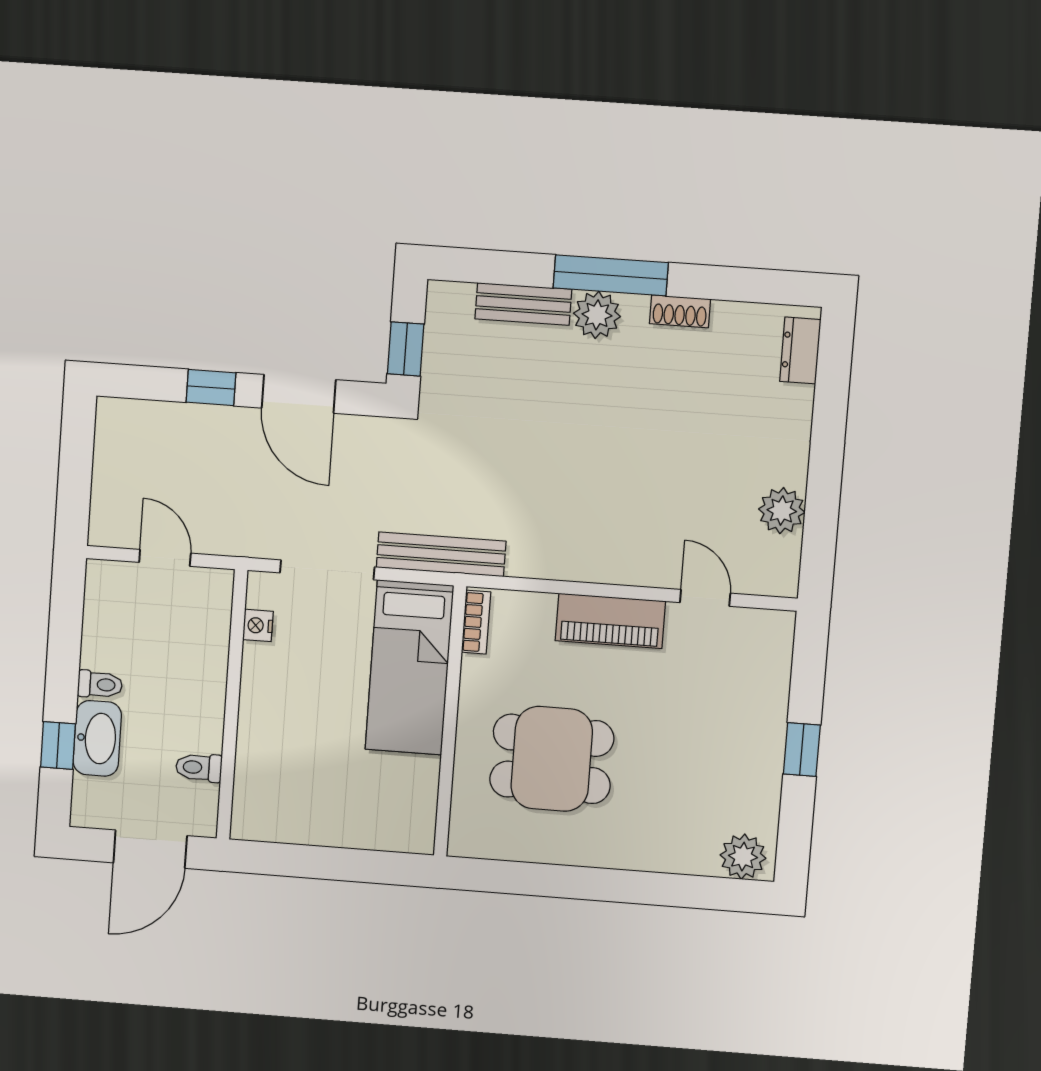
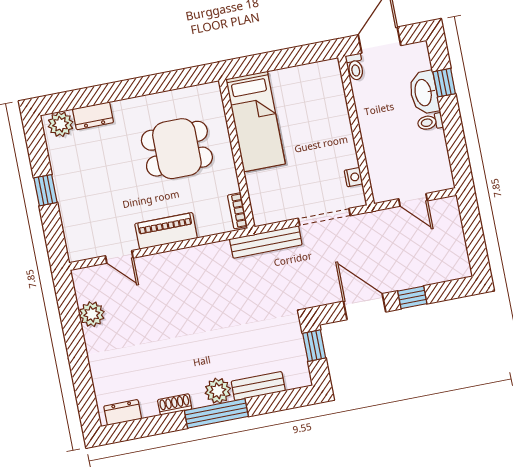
dresser: (800, 350) -> (123, 412), moved, turned -90
bed: (409, 667) -> (256, 121), moved, turned 180
toilet: (199, 768) -> (355, 67), moved, turned 90
dresser: (682, 856) -> (93, 116), added

